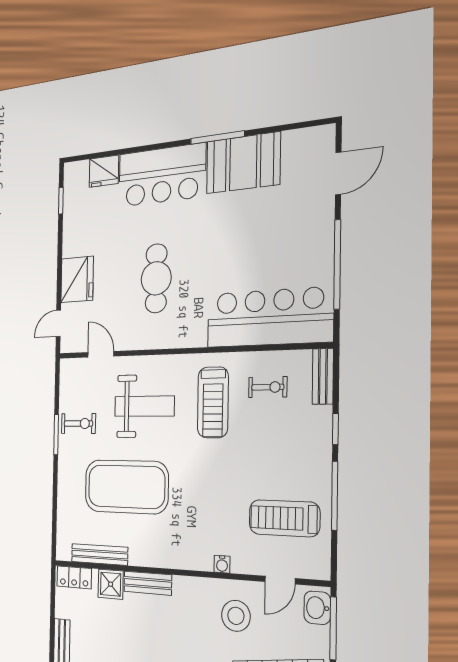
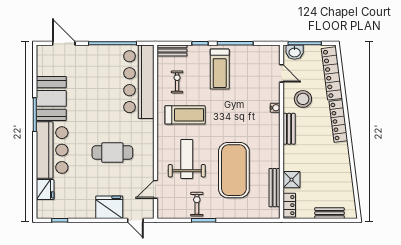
treadmill: (284, 518) -> (220, 69), moved
bench: (148, 583) -> (289, 129), moved

